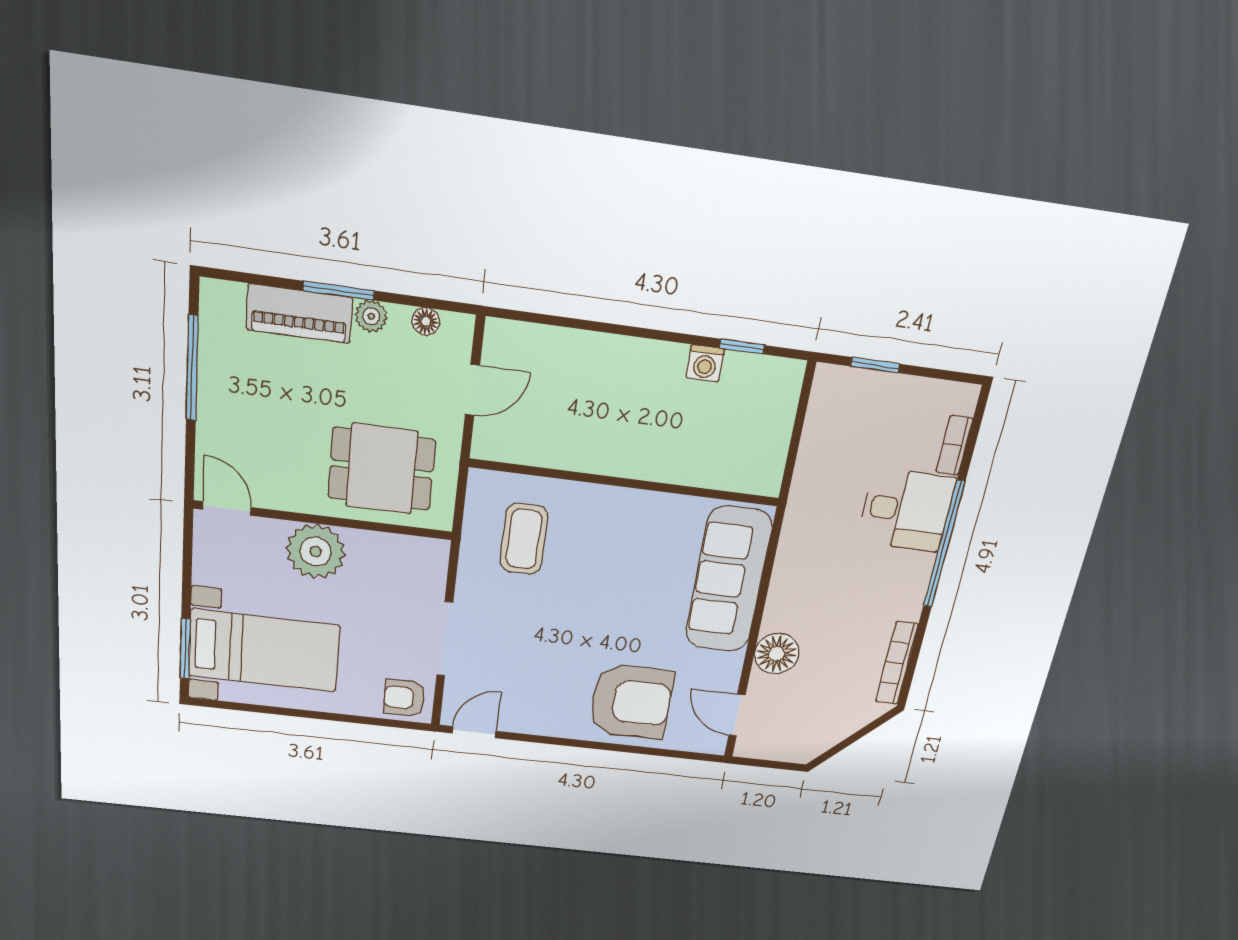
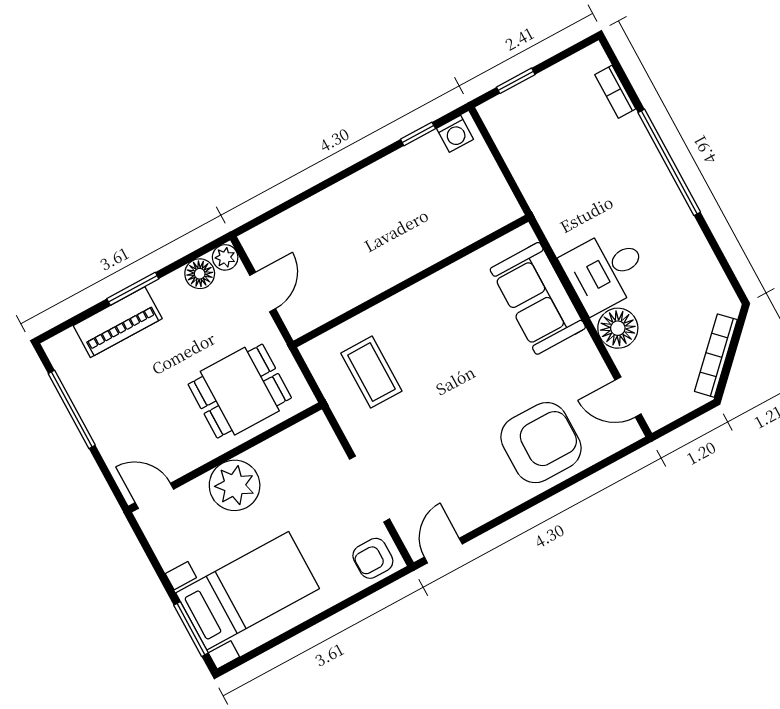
plant: (371, 316) -> (225, 257), moved
floor lamp: (426, 321) -> (200, 274), width x1.37, depth x1.37
washing machine: (705, 363) -> (455, 134), moved
desk: (906, 510) -> (605, 270), moved, turned 180
sofa: (729, 580) -> (538, 298), width x0.73
bookcase: (897, 663) -> (716, 356), moved, turned 45

